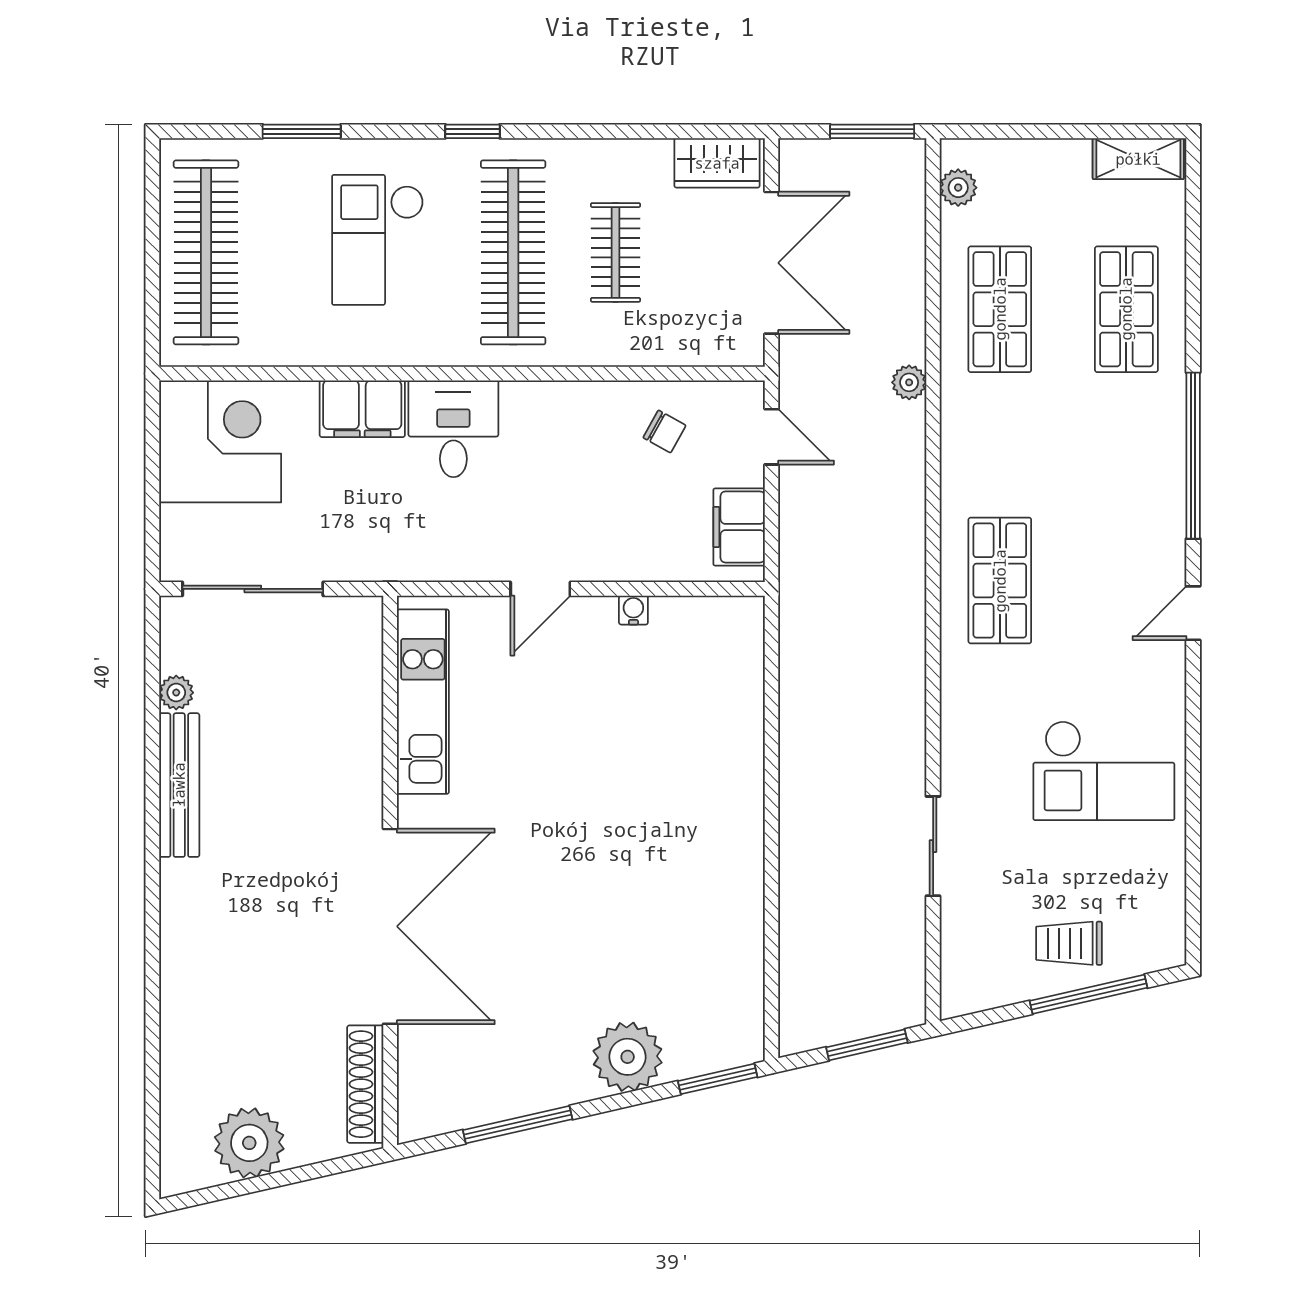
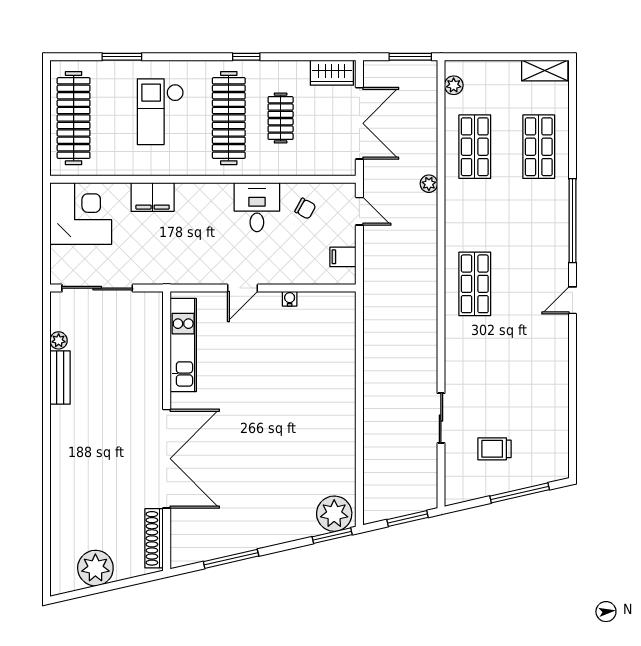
window: (472, 131) -> (246, 57), moved
desk: (453, 429) -> (257, 207), moved
filing cabinet: (739, 527) -> (343, 257), width x0.50
checkout: (1104, 771) -> (527, 380), removed
bench: (179, 785) -> (60, 378), width x0.73
trolley: (1069, 943) -> (495, 449), moved
plant: (628, 1057) -> (334, 514), moved

